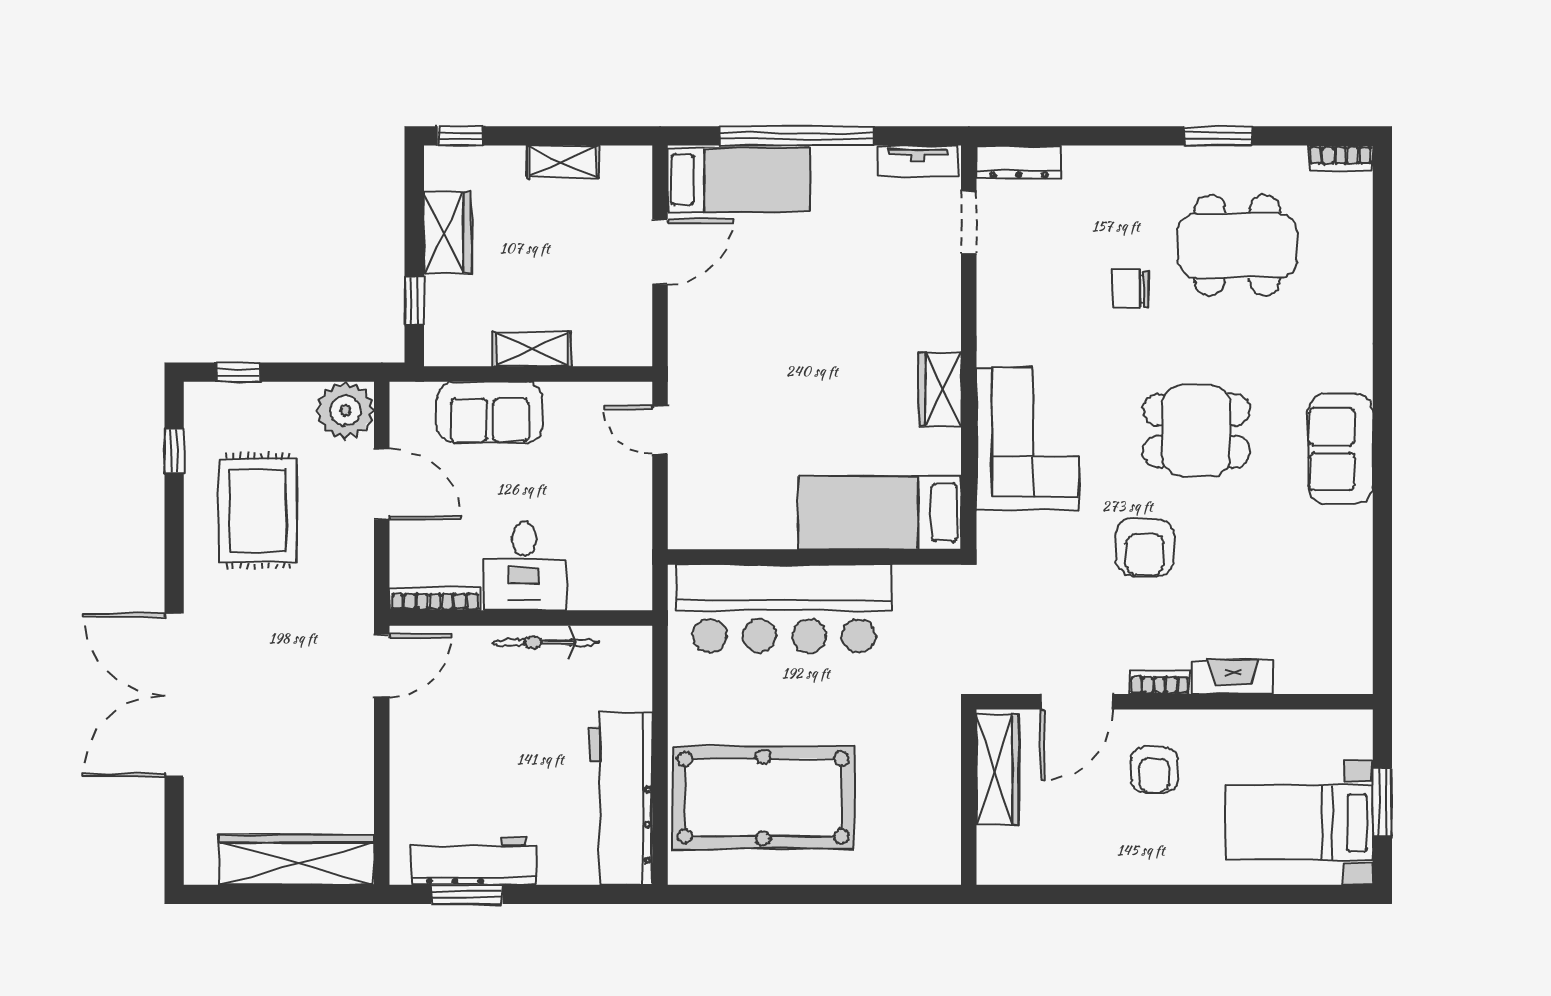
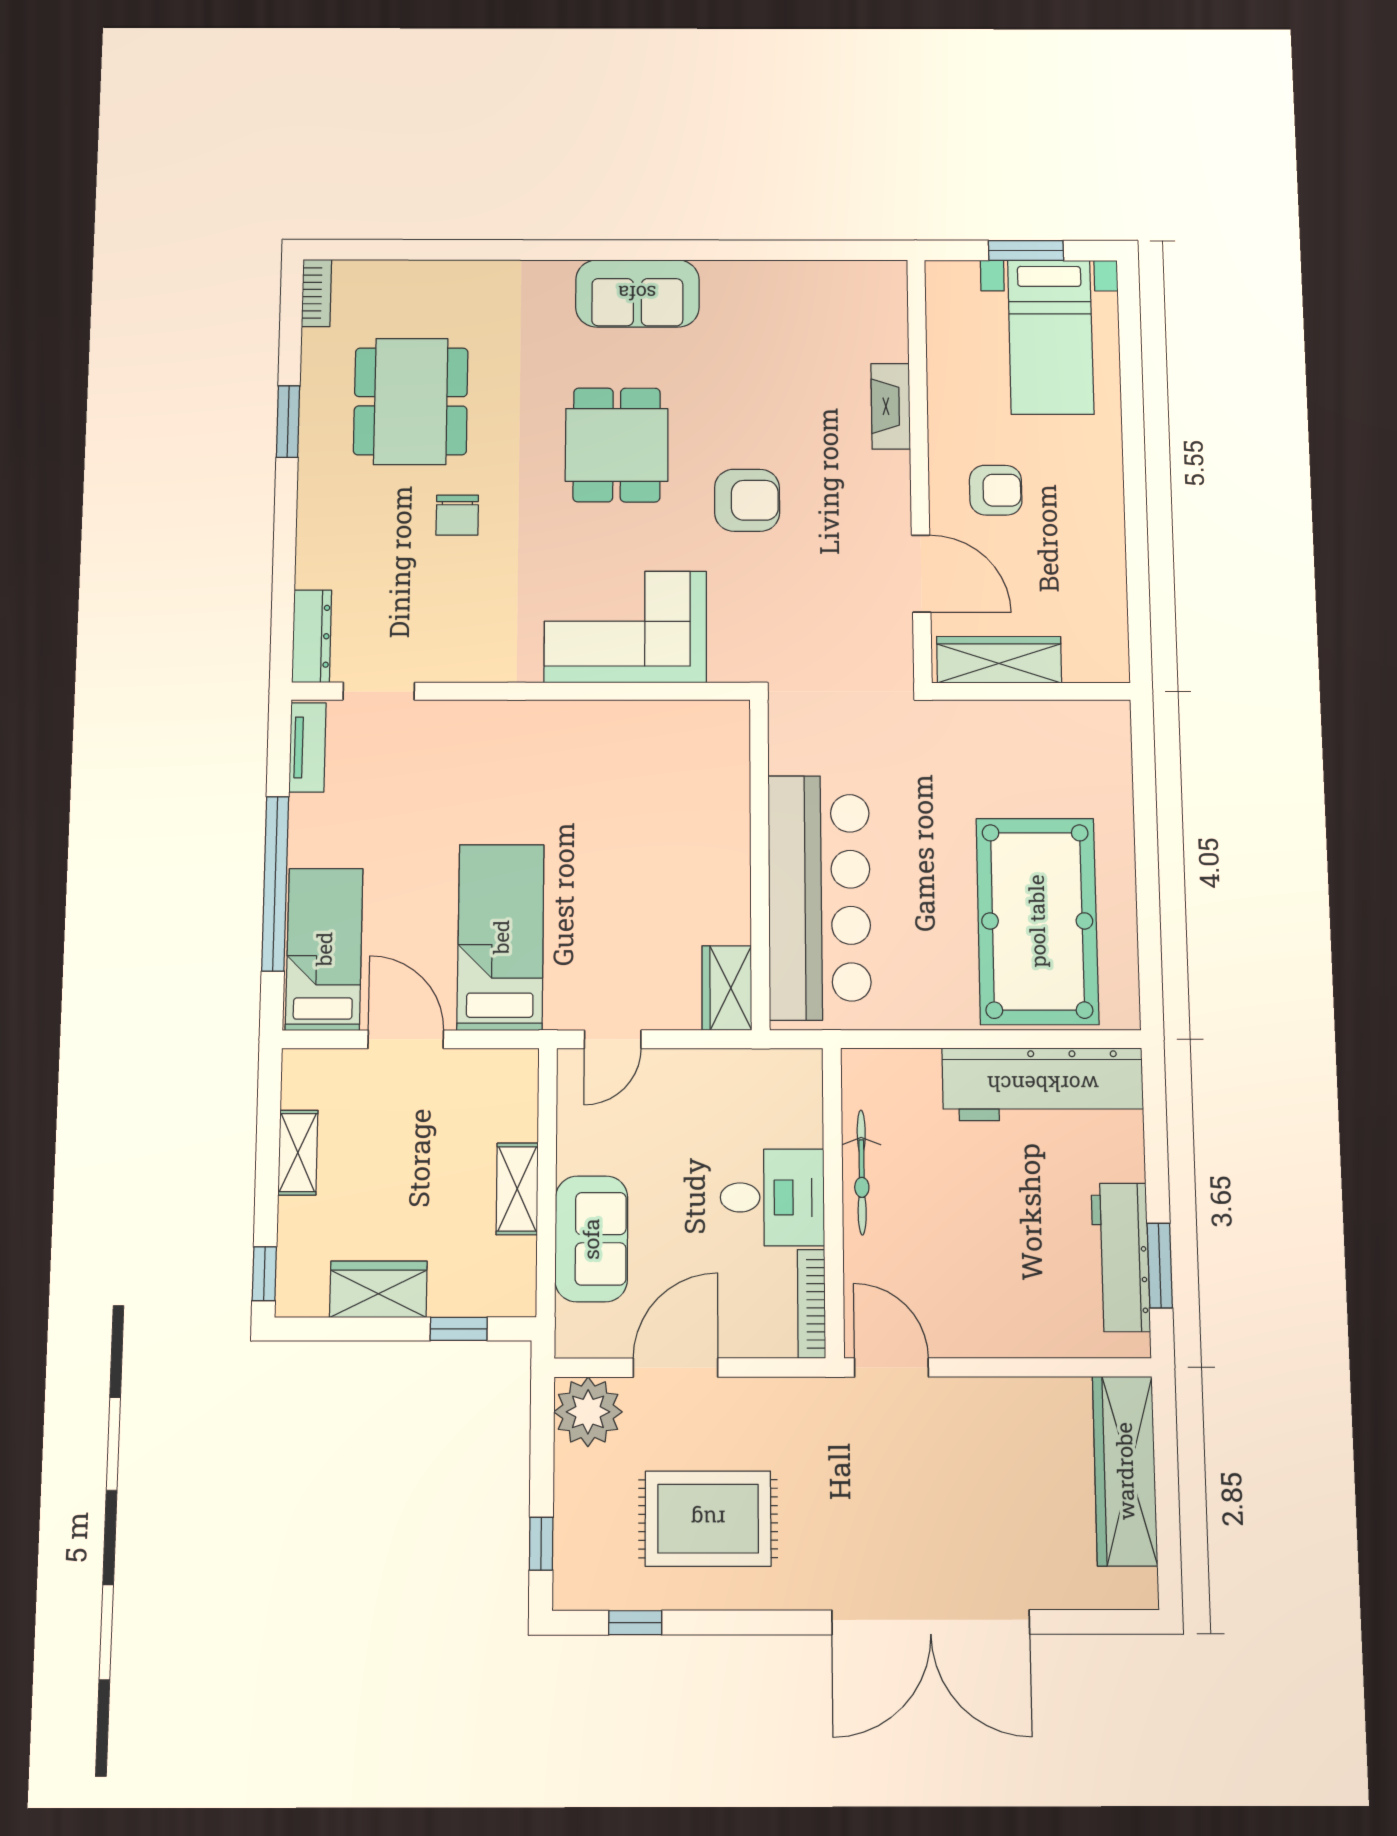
wardrobe: (940, 389) -> (727, 988), moved, turned 90
bed: (880, 513) -> (501, 937), moved, turned 180
bookcase: (1160, 682) -> (898, 484), removed

